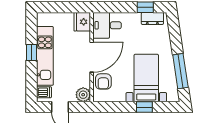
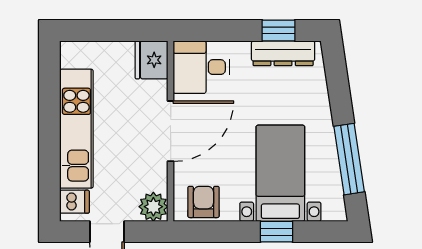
dresser: (152, 18) -> (283, 53), width x1.44
window: (31, 53) -> (49, 122), removed
armchair: (103, 81) -> (203, 202), moved, turned 180

